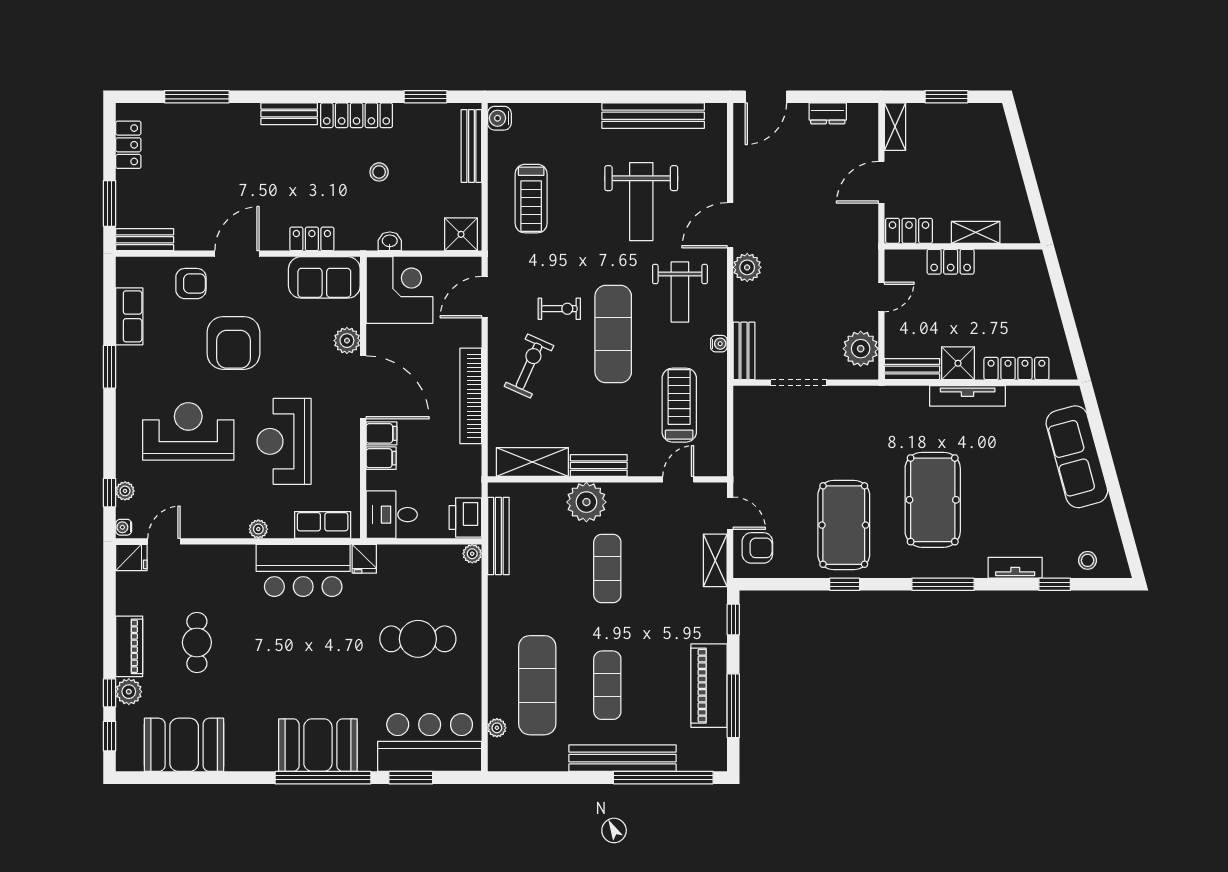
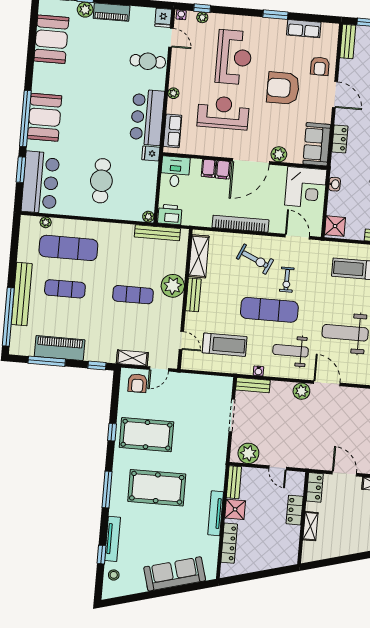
tv unit: (1015, 568) -> (113, 539), width x1.41
cafe table: (197, 642) -> (148, 61), moved

